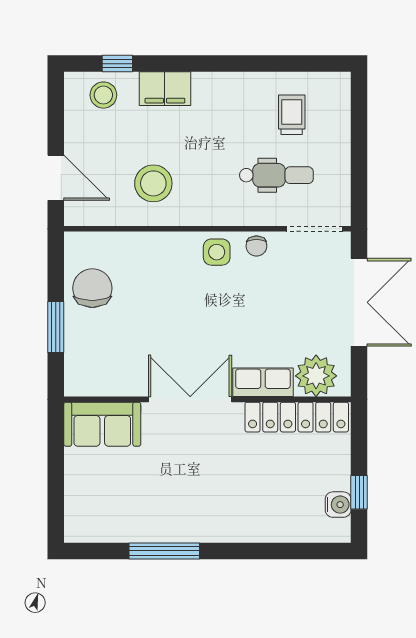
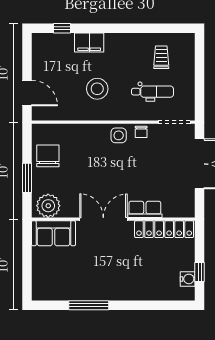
stool: (103, 95) -> (54, 46), removed
stool: (153, 183) -> (97, 89), moved
plant: (316, 376) -> (48, 206), moved

